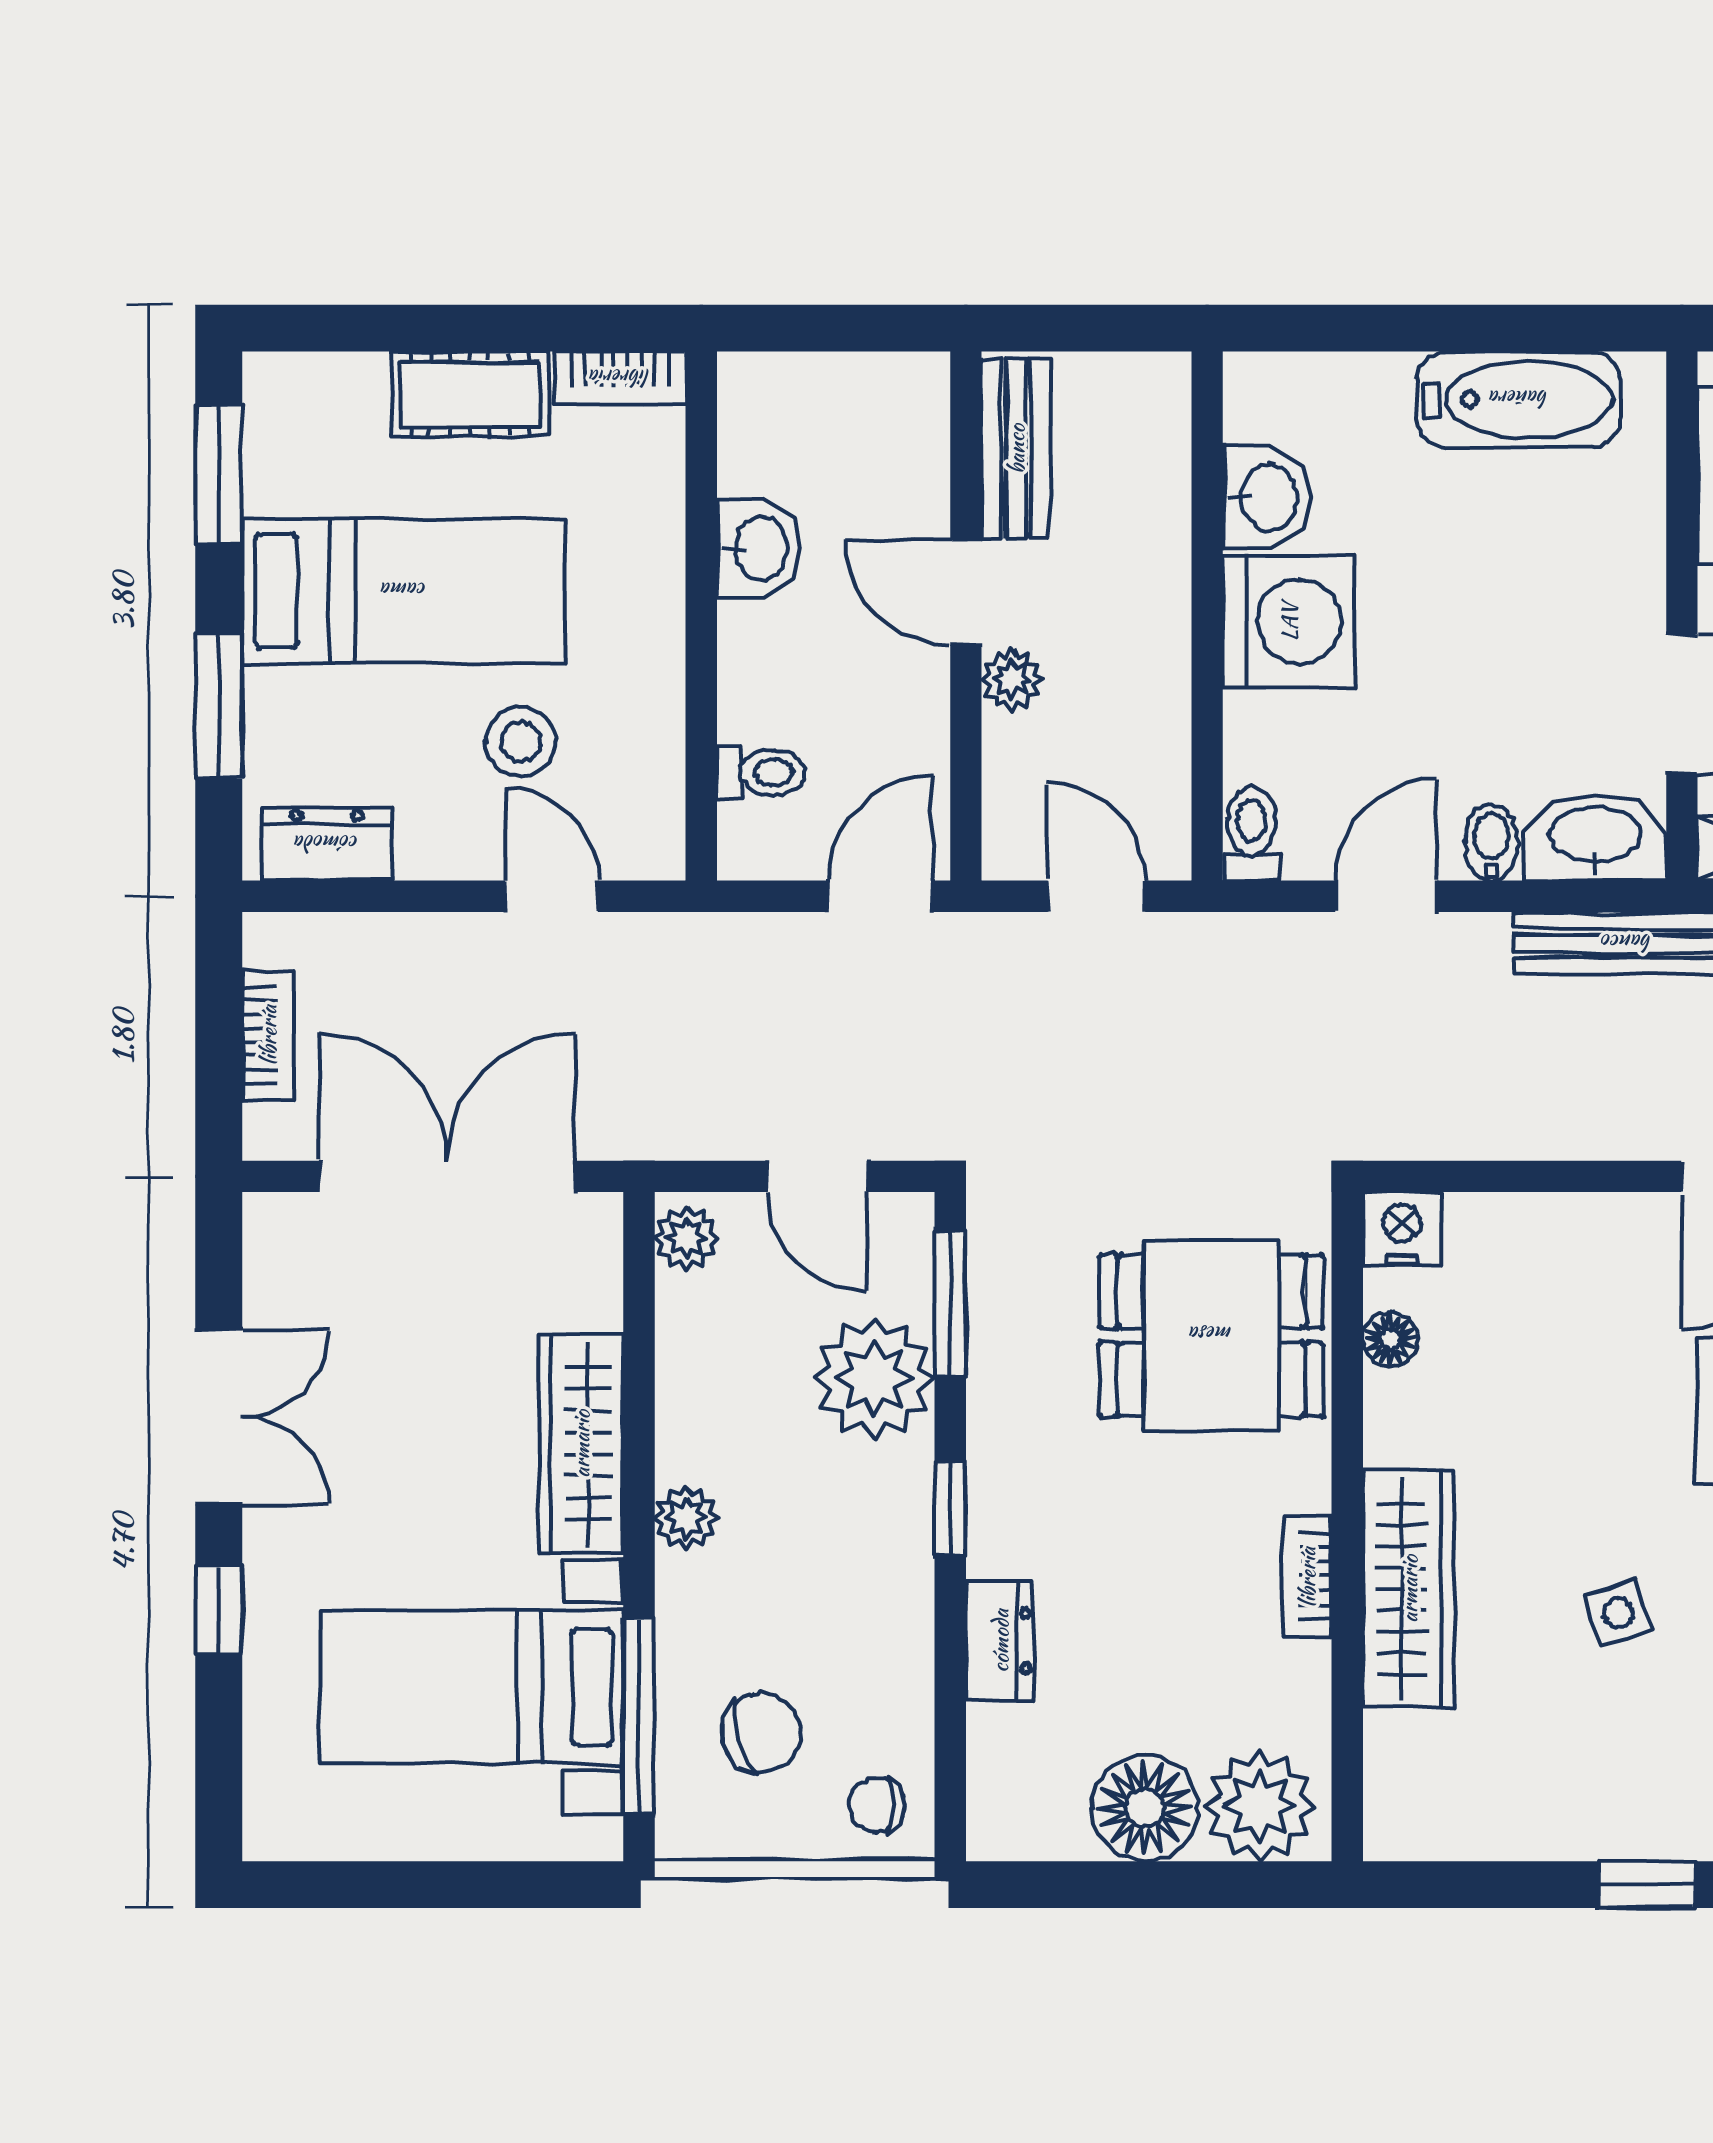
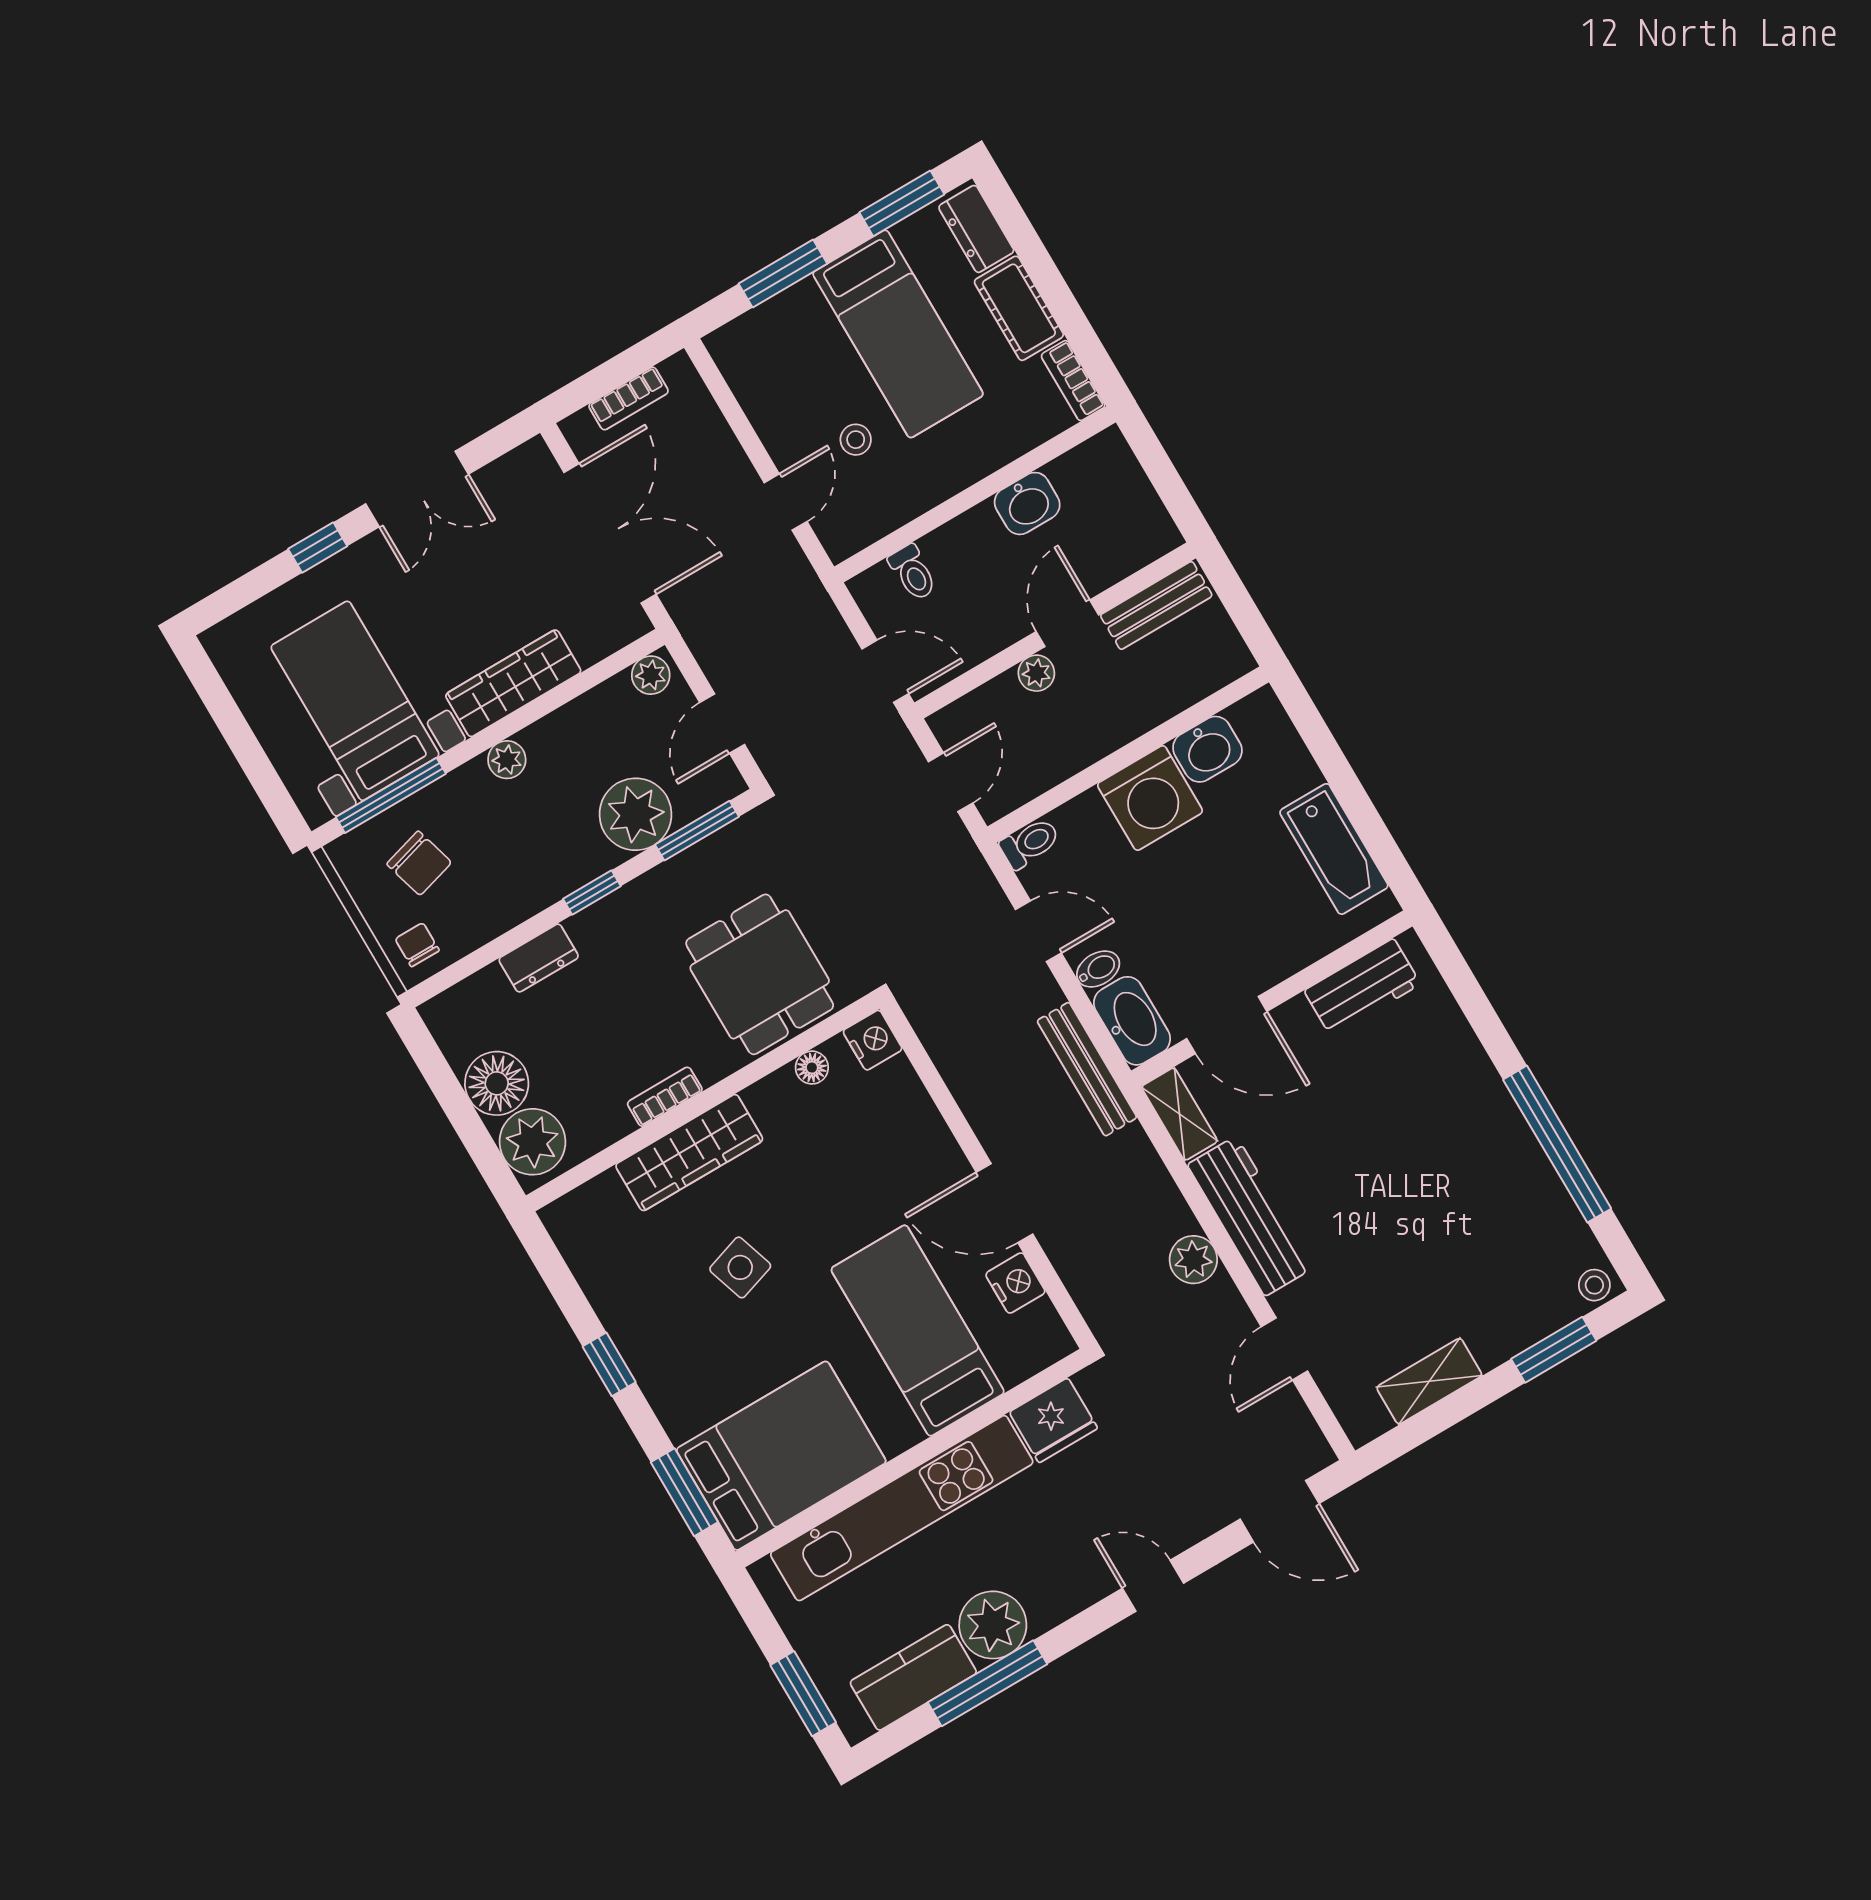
stool: (521, 742) -> (856, 440), width x0.73, depth x0.73
dresser: (327, 844) -> (976, 229), moved, turned 180
side table: (1618, 1613) -> (740, 1267), width x1.37, depth x1.37

